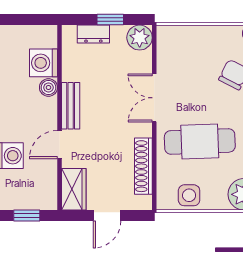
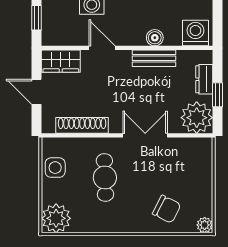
plant: (140, 38) -> (197, 118), width x1.36, depth x1.36
washing machine: (43, 63) -> (195, 33), moved
bench: (71, 106) -> (154, 58), moved
cafe table: (200, 141) -> (105, 177), width x0.73, depth x0.74

